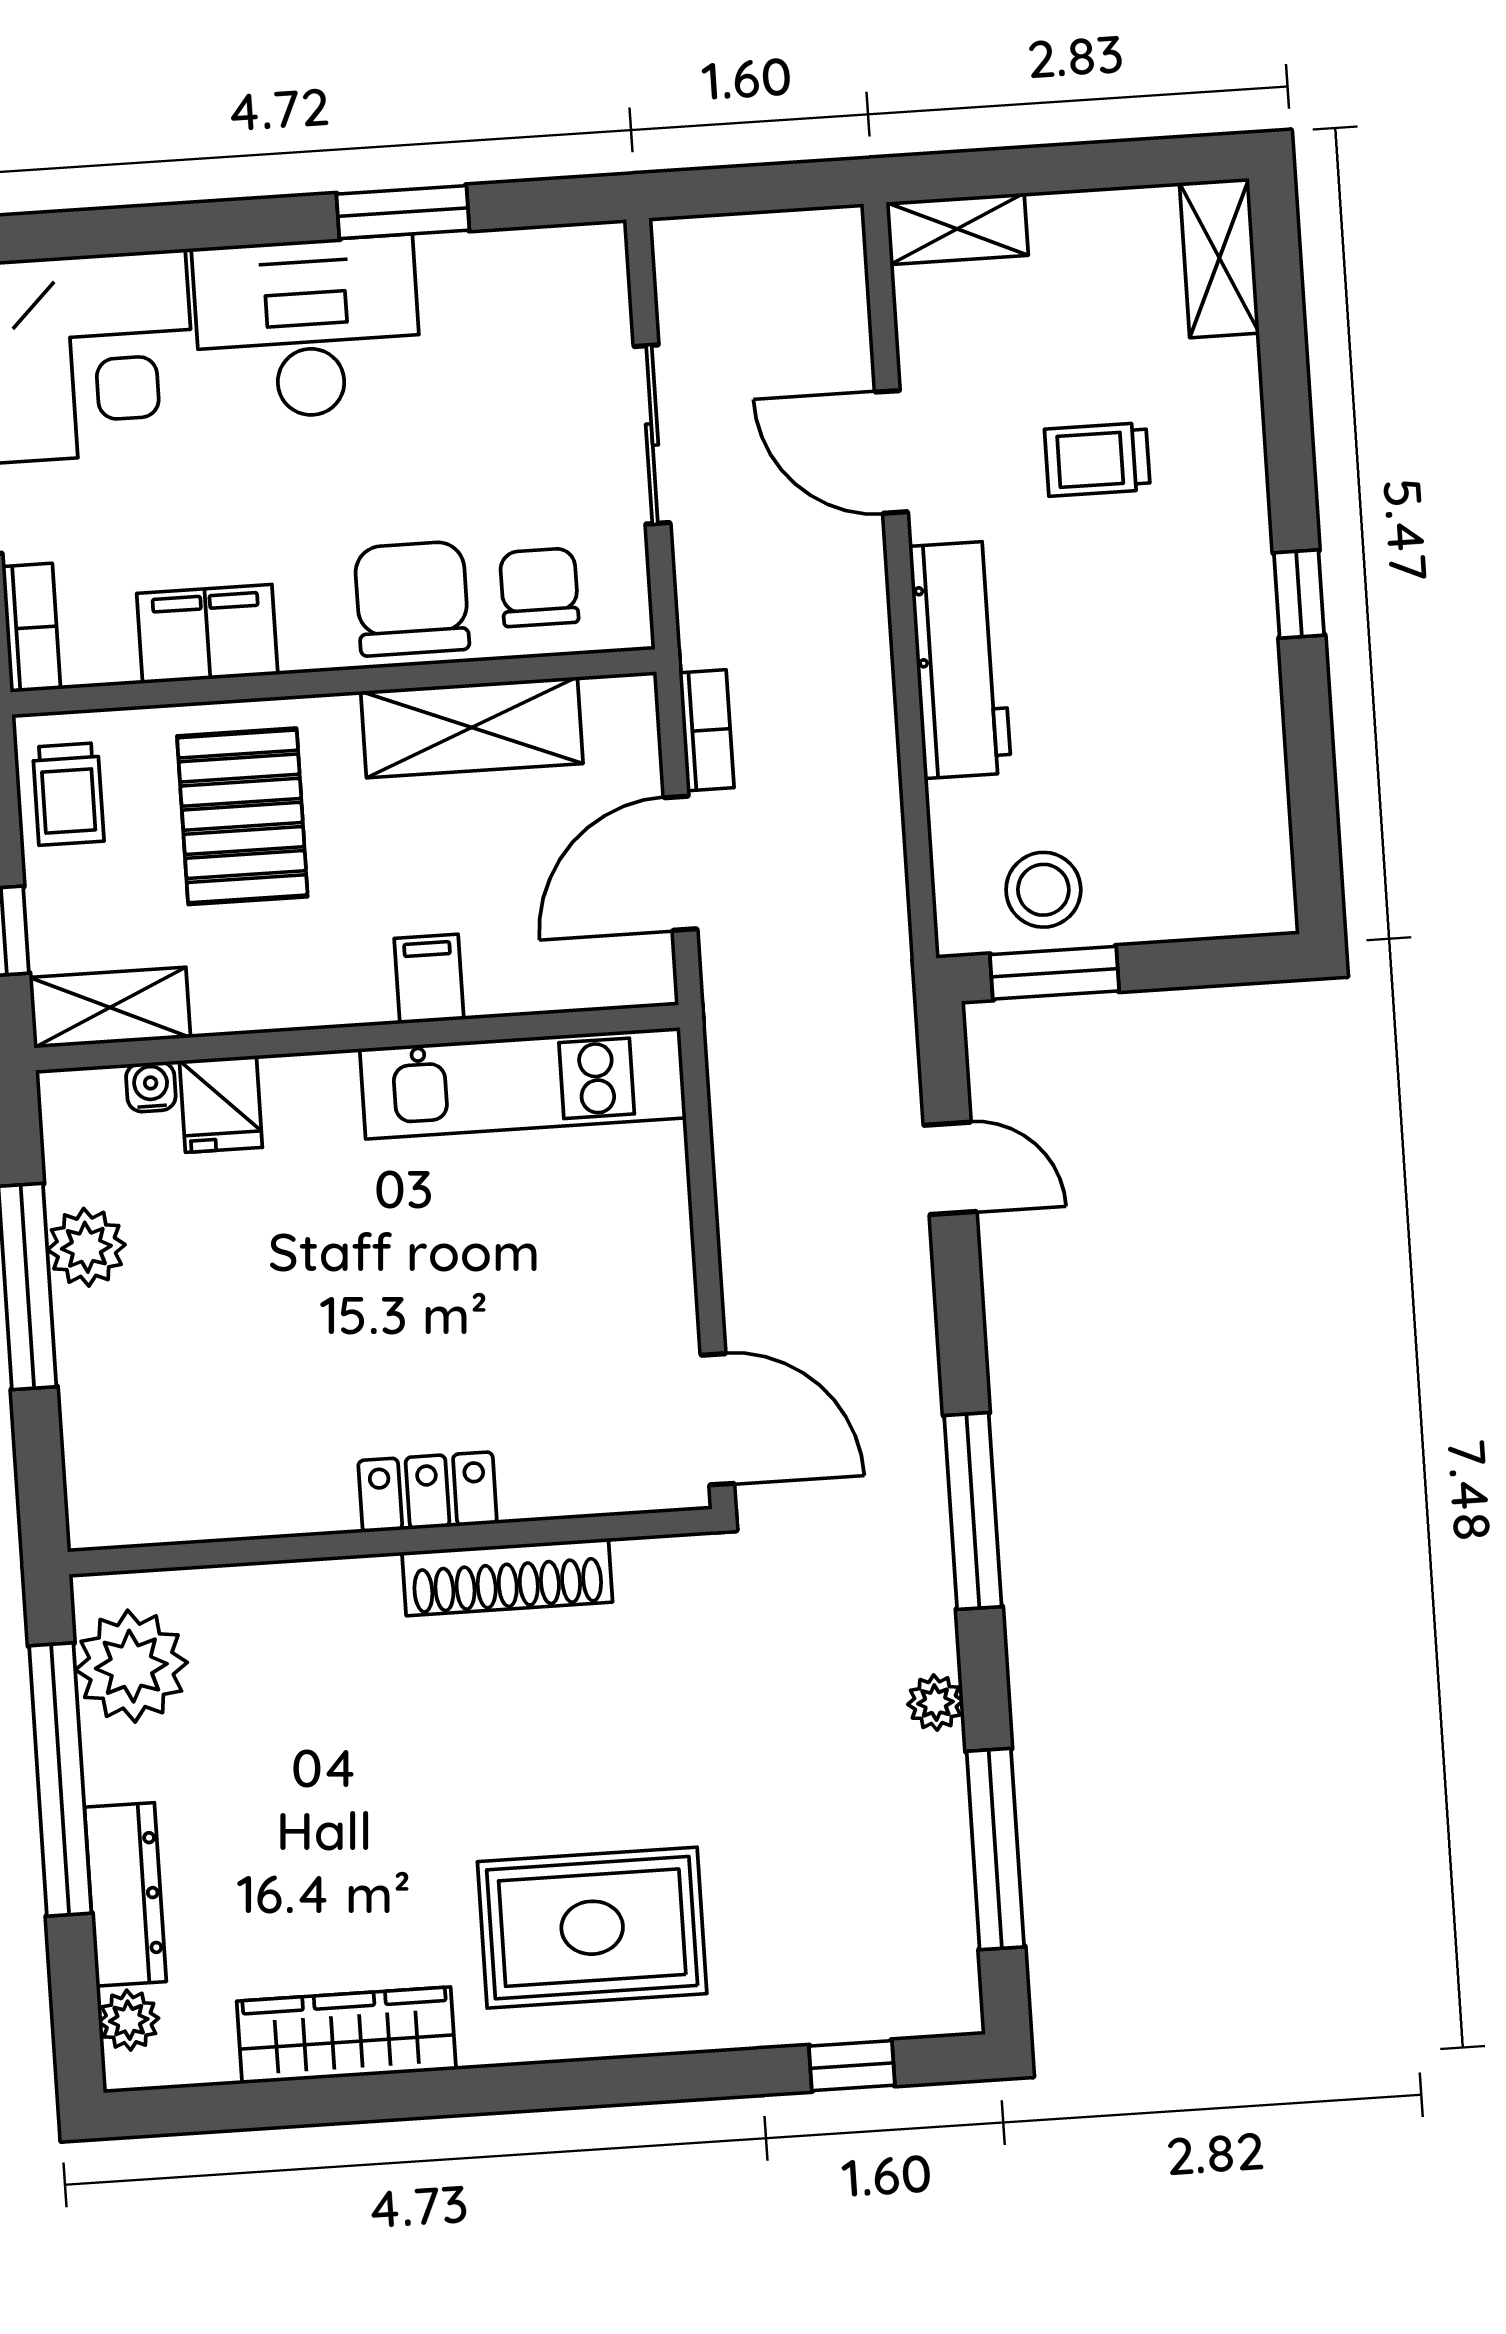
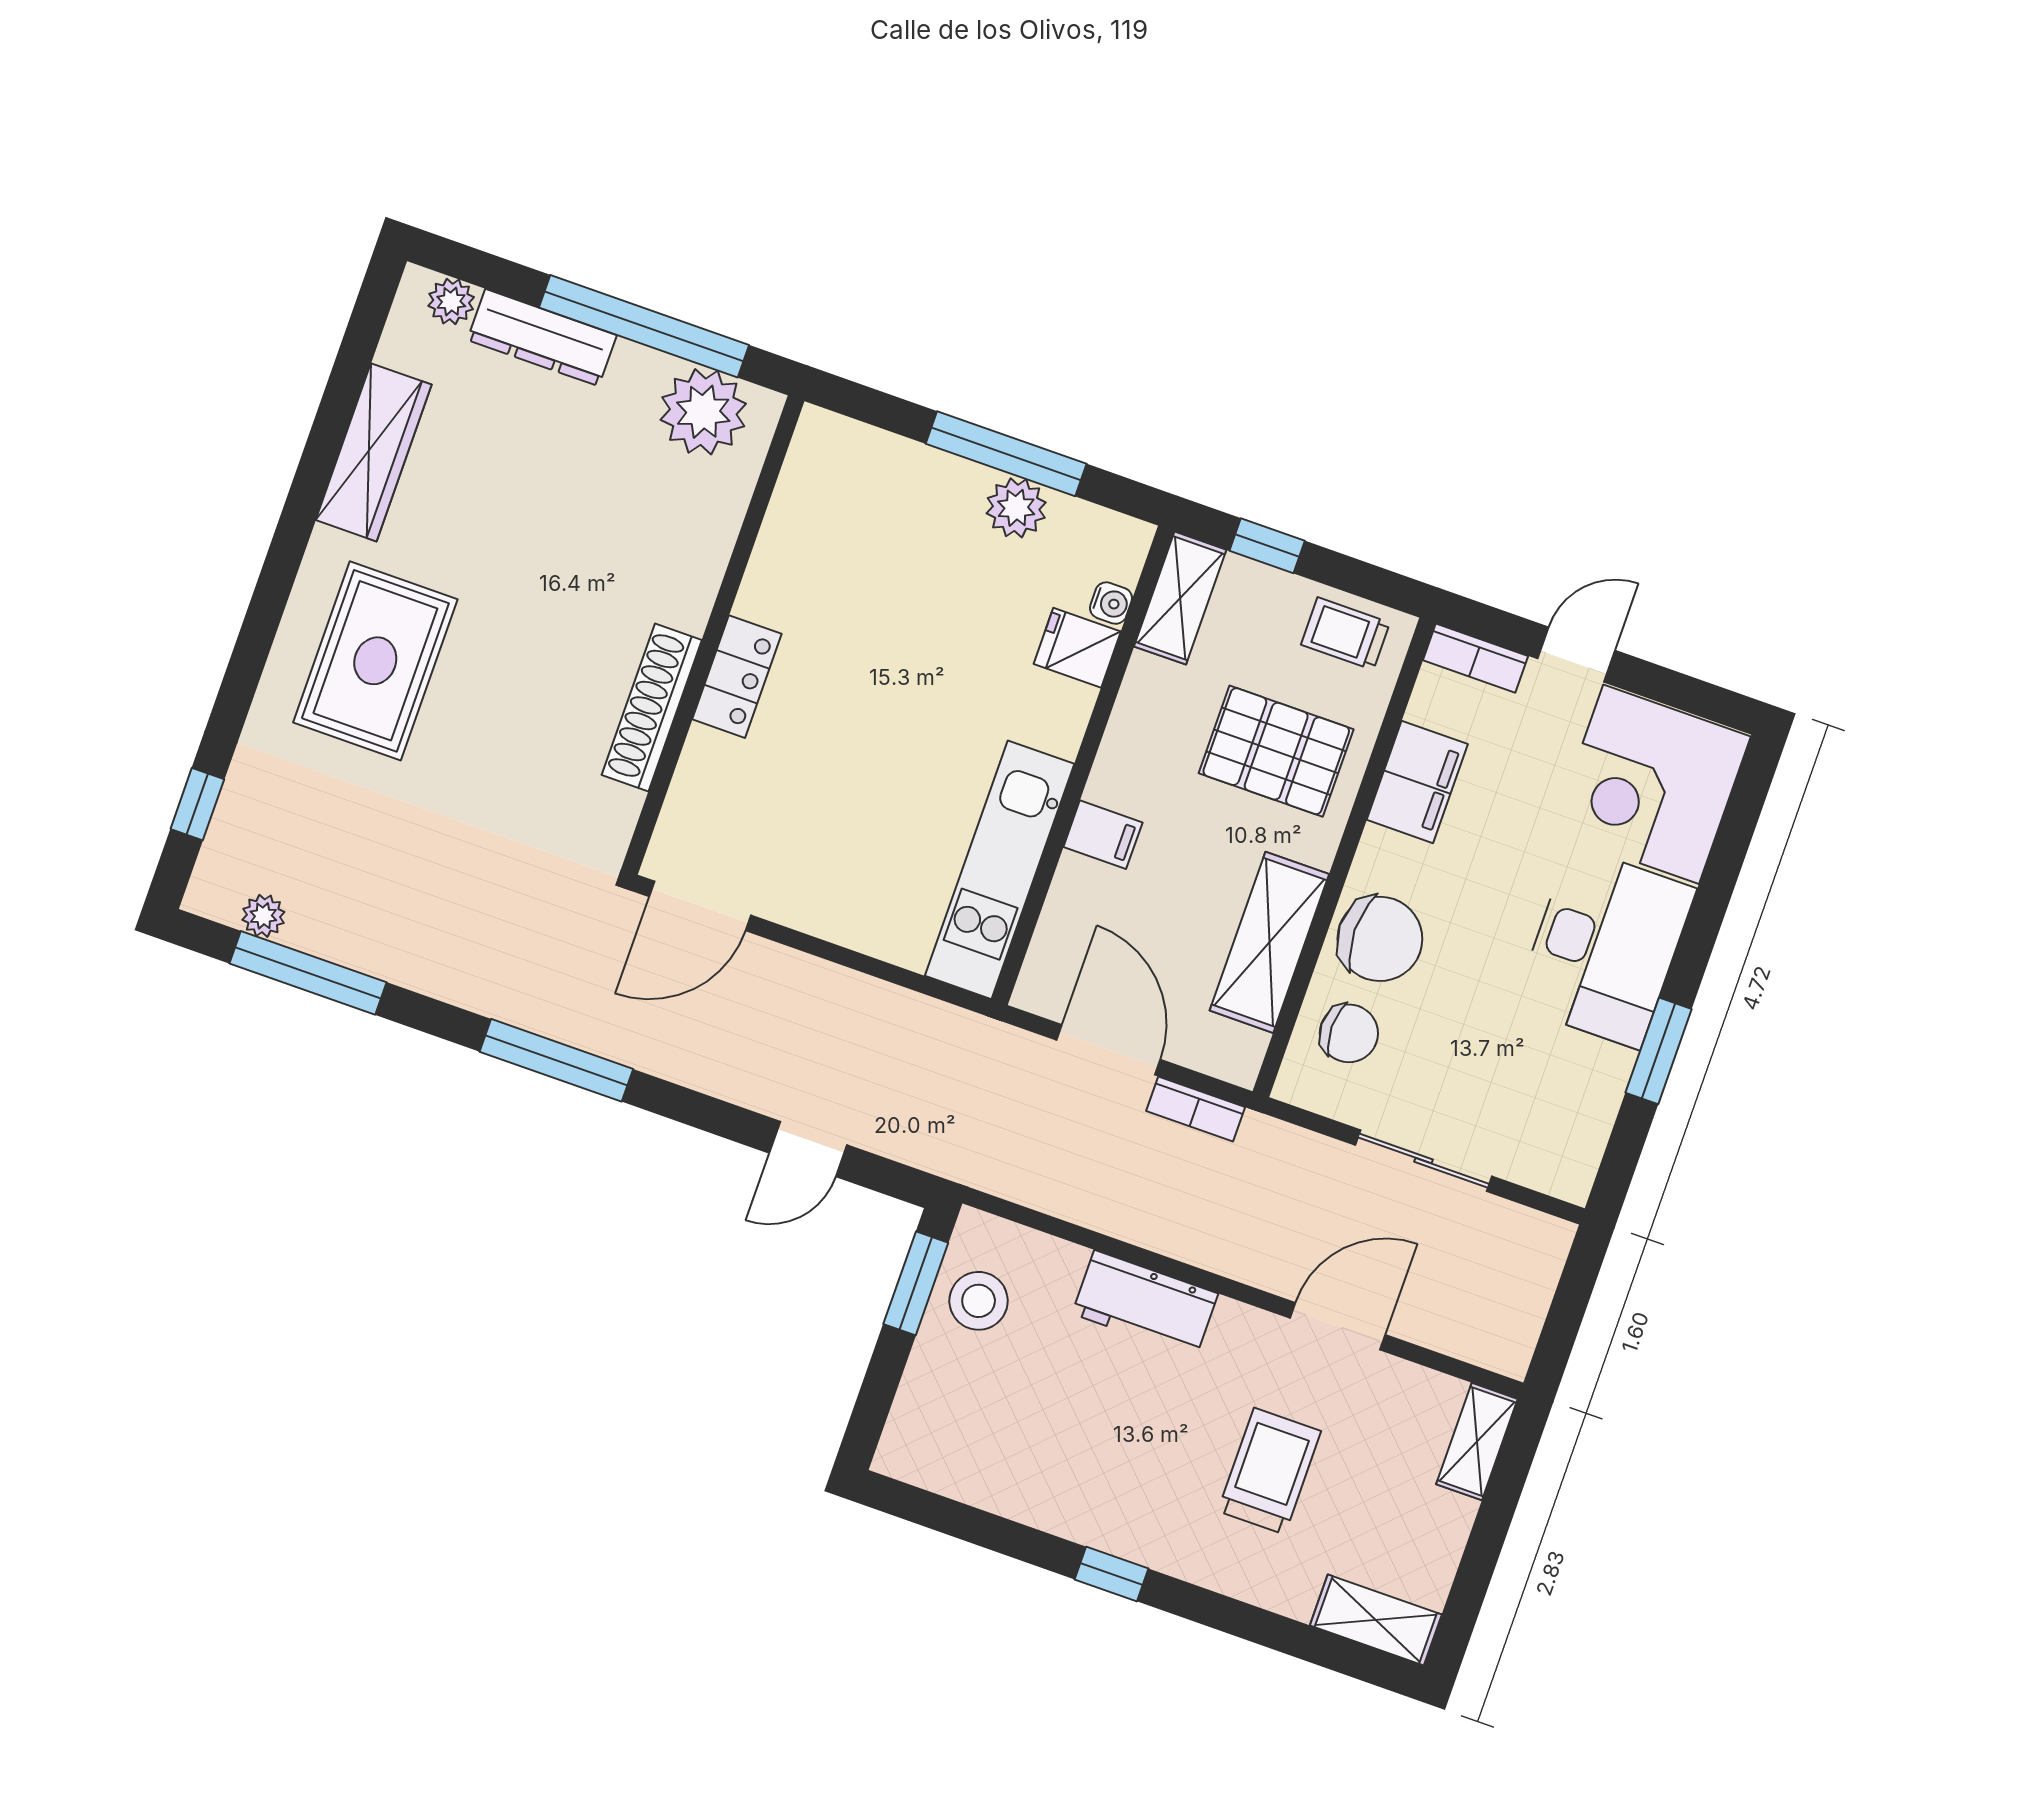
trolley: (1097, 459) -> (1269, 1471), width x1.36, depth x1.39
workbench: (960, 660) -> (1145, 1304), width x0.73
plant: (935, 1703) -> (263, 916), moved

